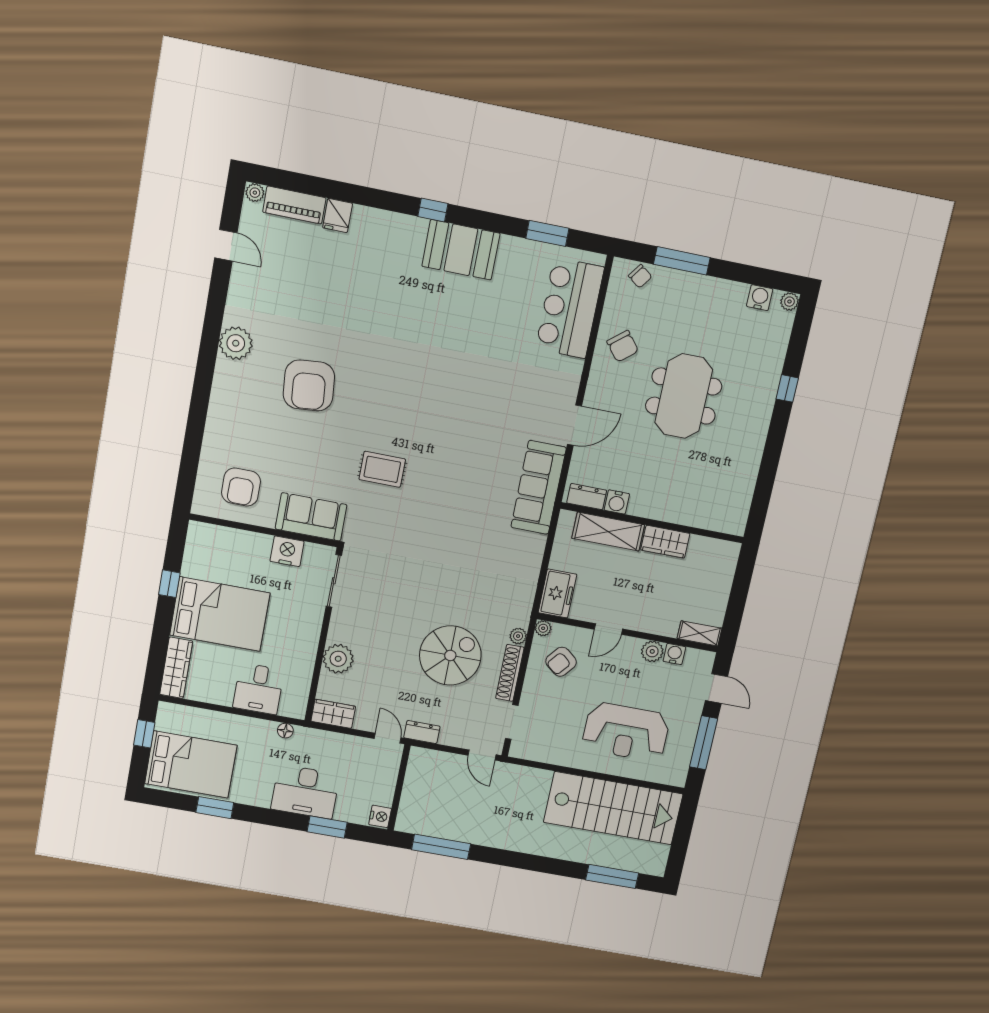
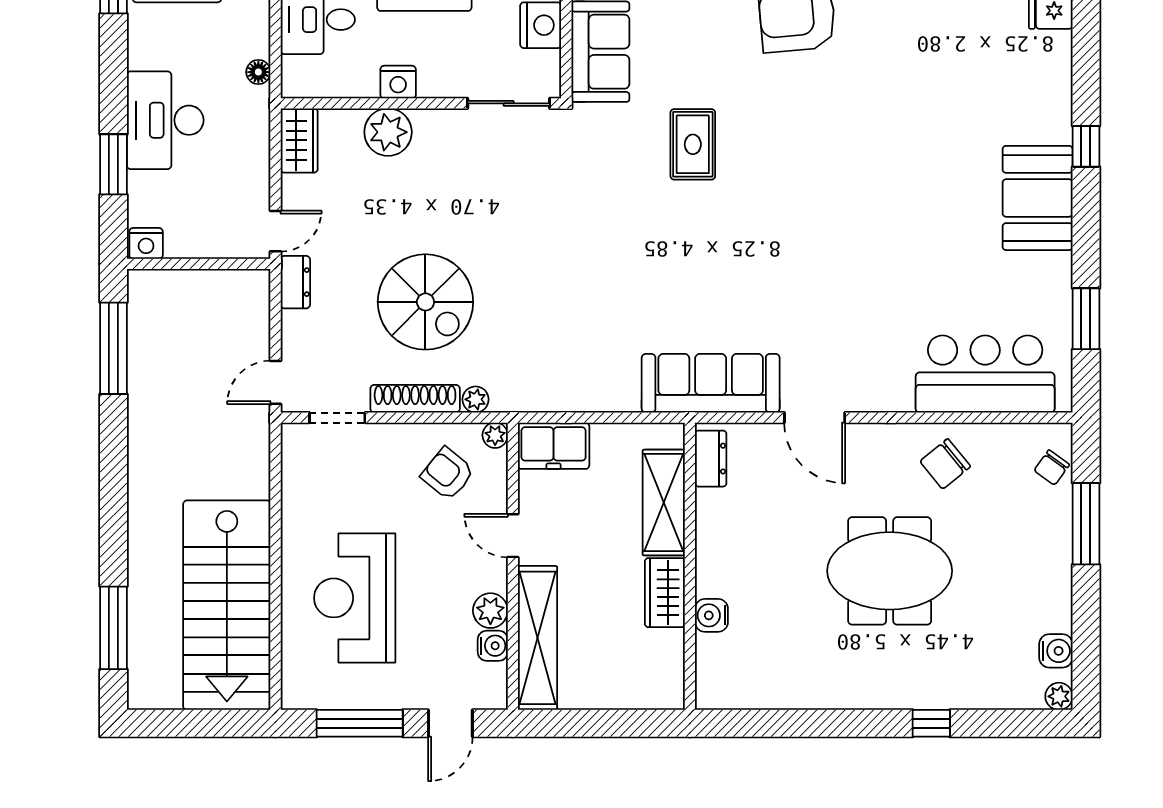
water cooler: (617, 502) -> (711, 615), moved
shelving: (700, 633) -> (537, 638), width x2.20, depth x1.33
nightstand: (307, 647) -> (398, 82), added

